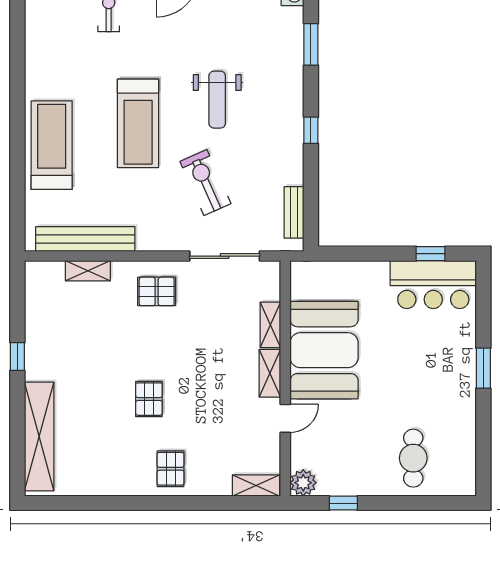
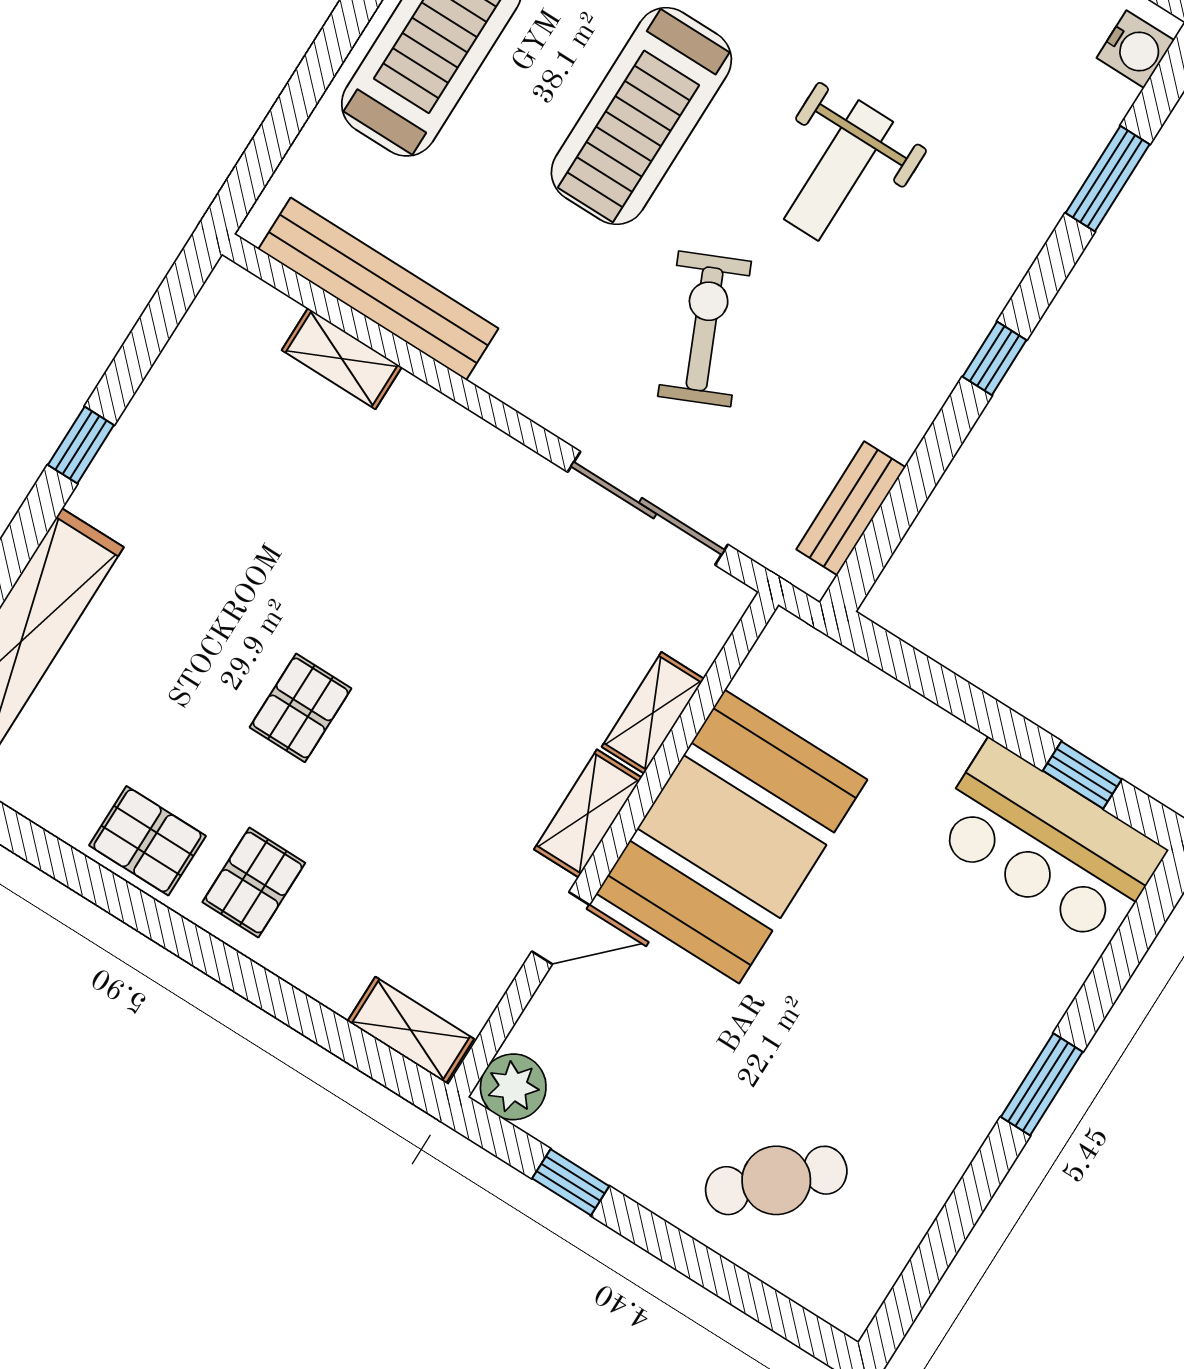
pallet: (157, 291) -> (147, 841), moved
cafe table: (413, 458) -> (776, 1180), turned 46

